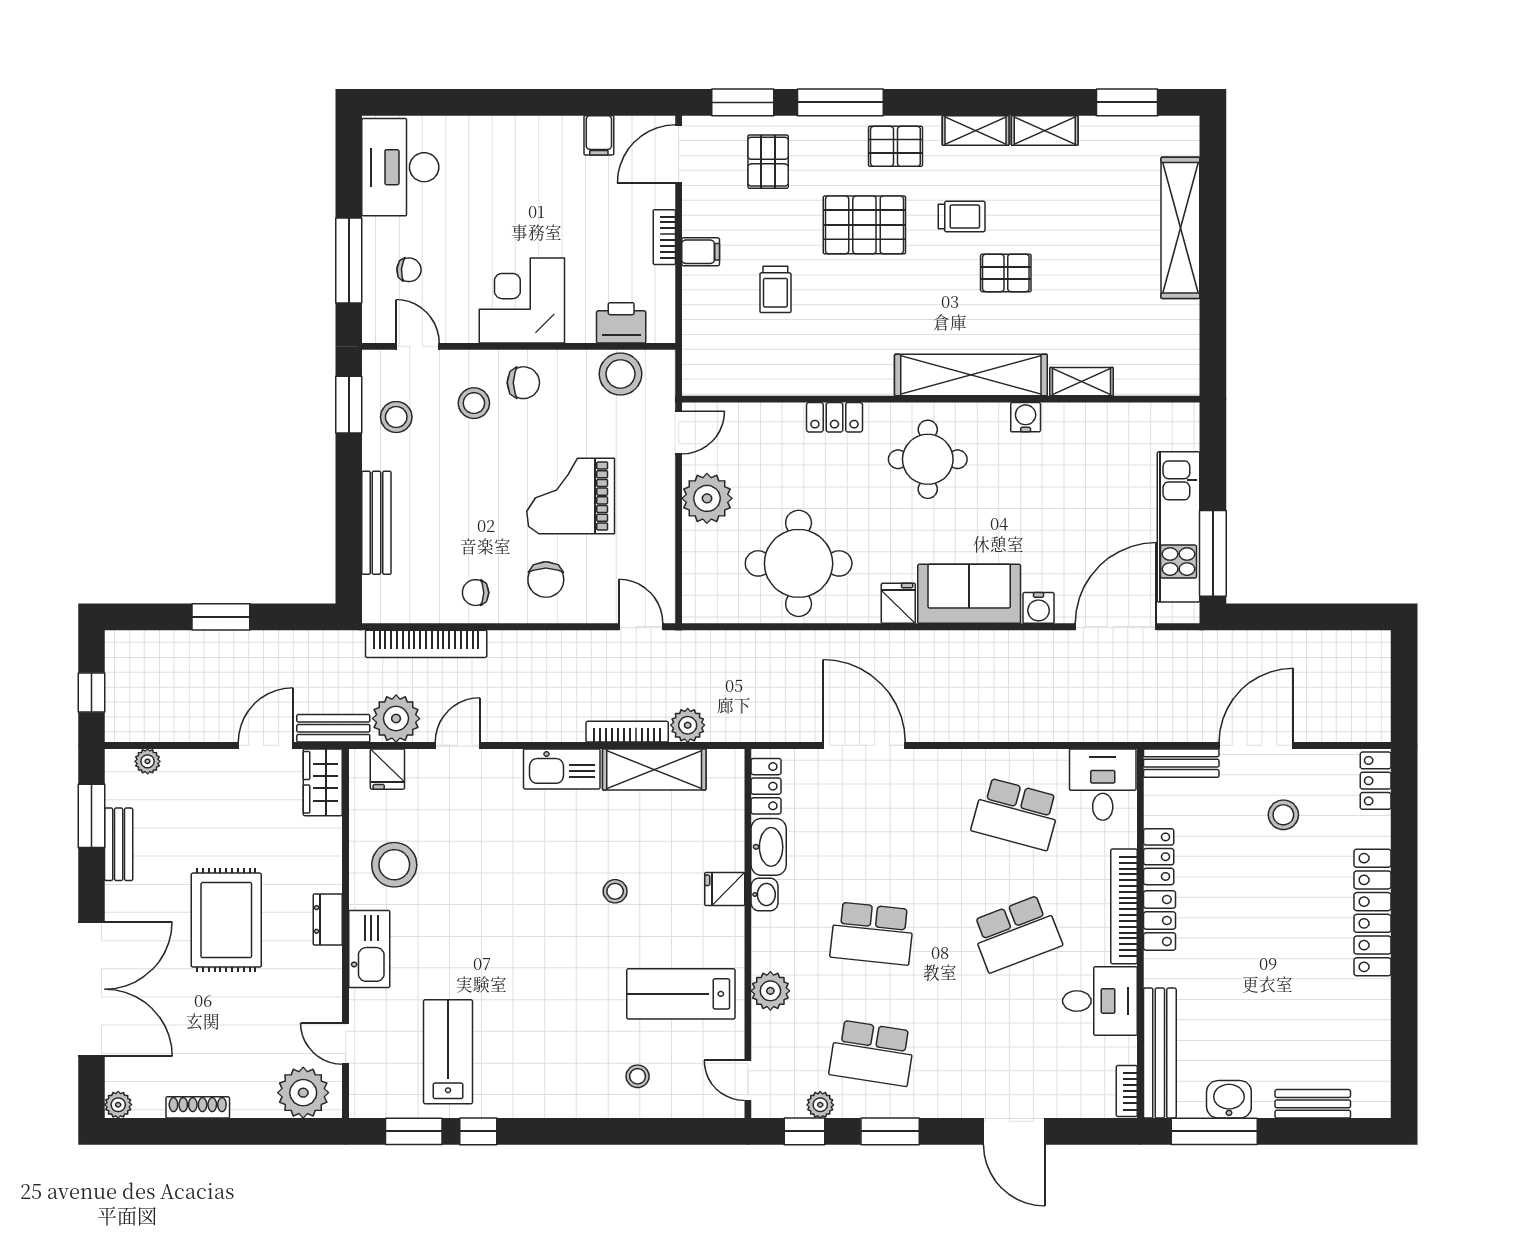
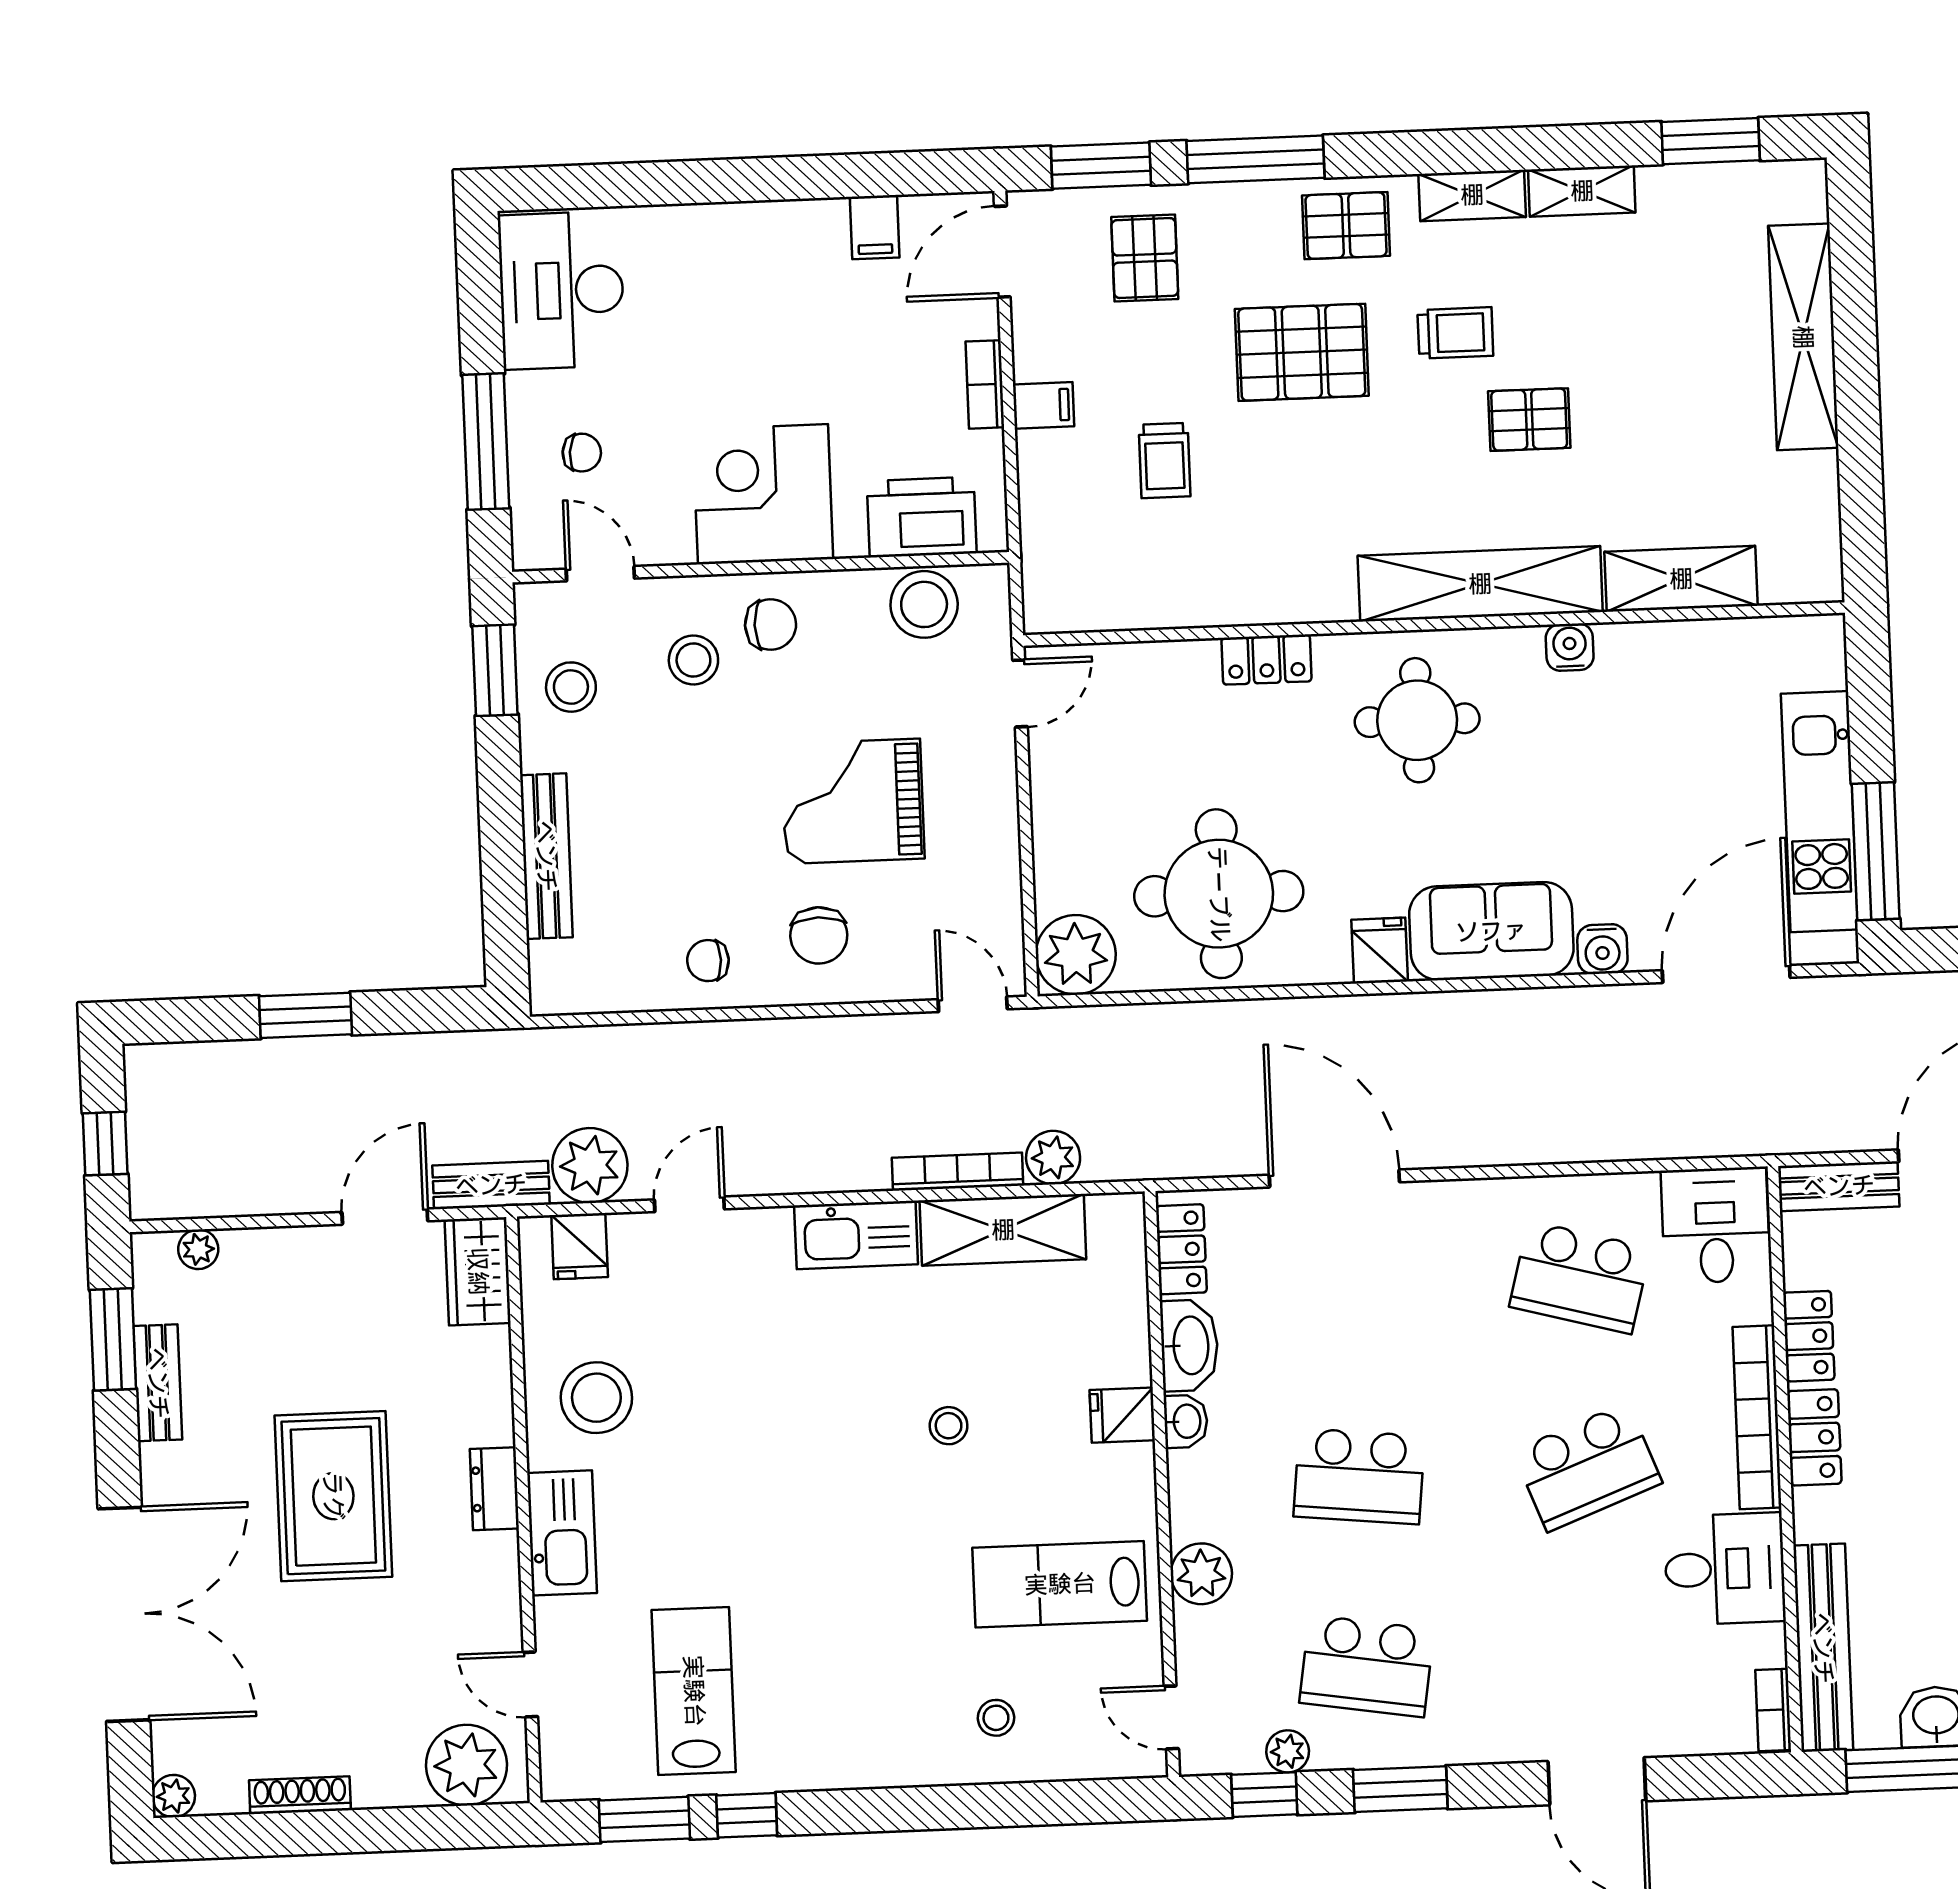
printer: (621, 323) -> (922, 517), width x1.37, depth x1.19
shelving: (1082, 382) -> (1681, 579), width x1.50, depth x1.33
plant: (707, 498) -> (1076, 955), moved
bookcase: (426, 644) -> (633, 1045), removed

